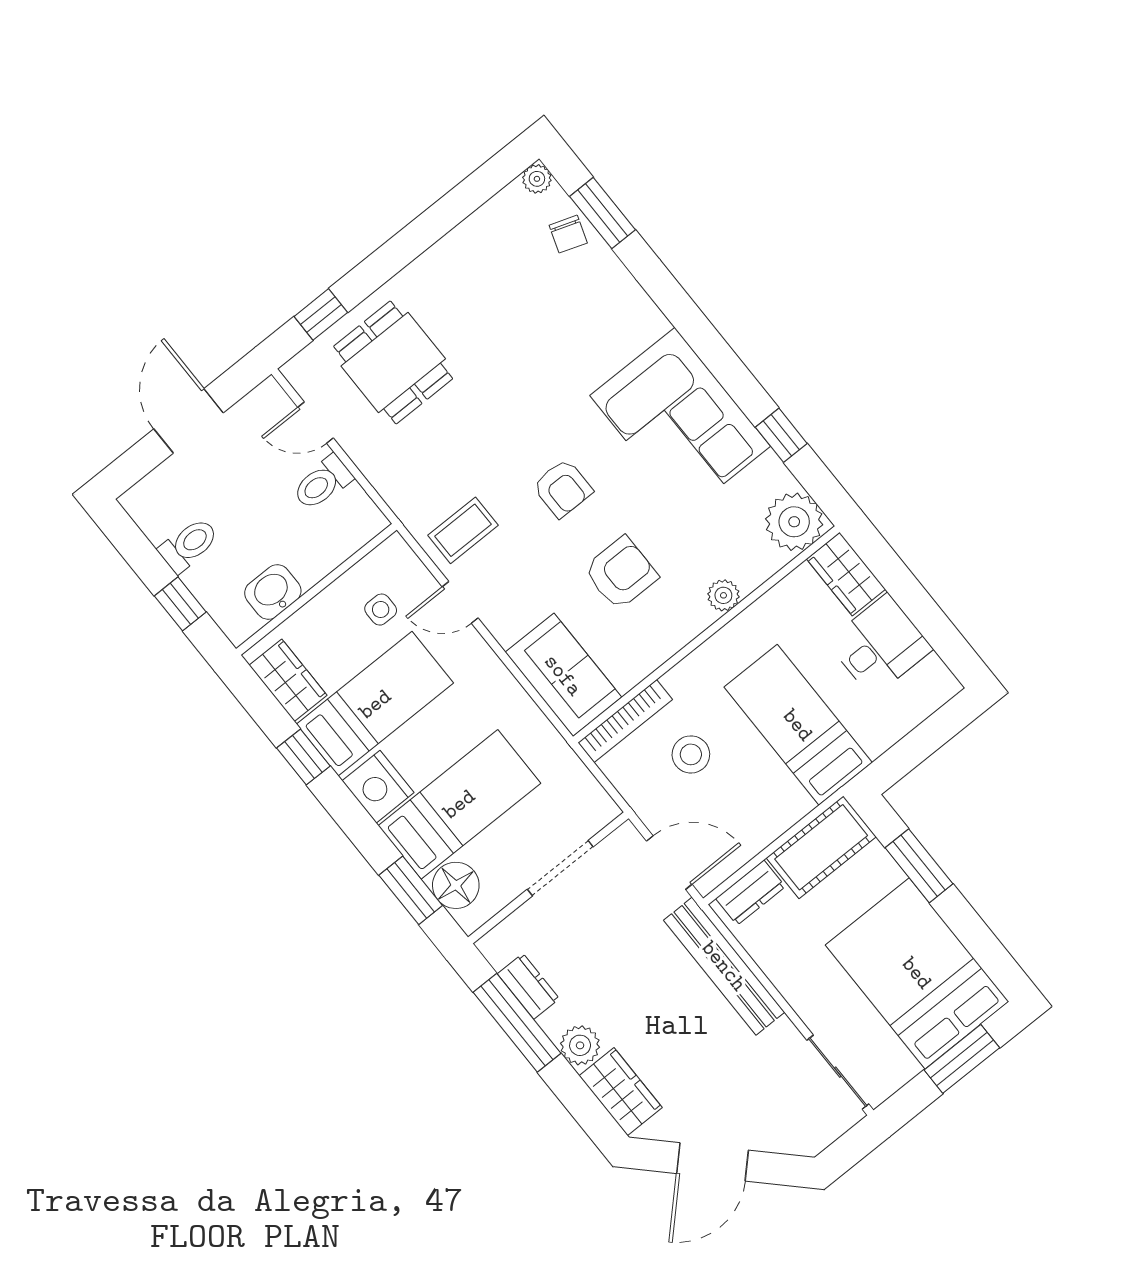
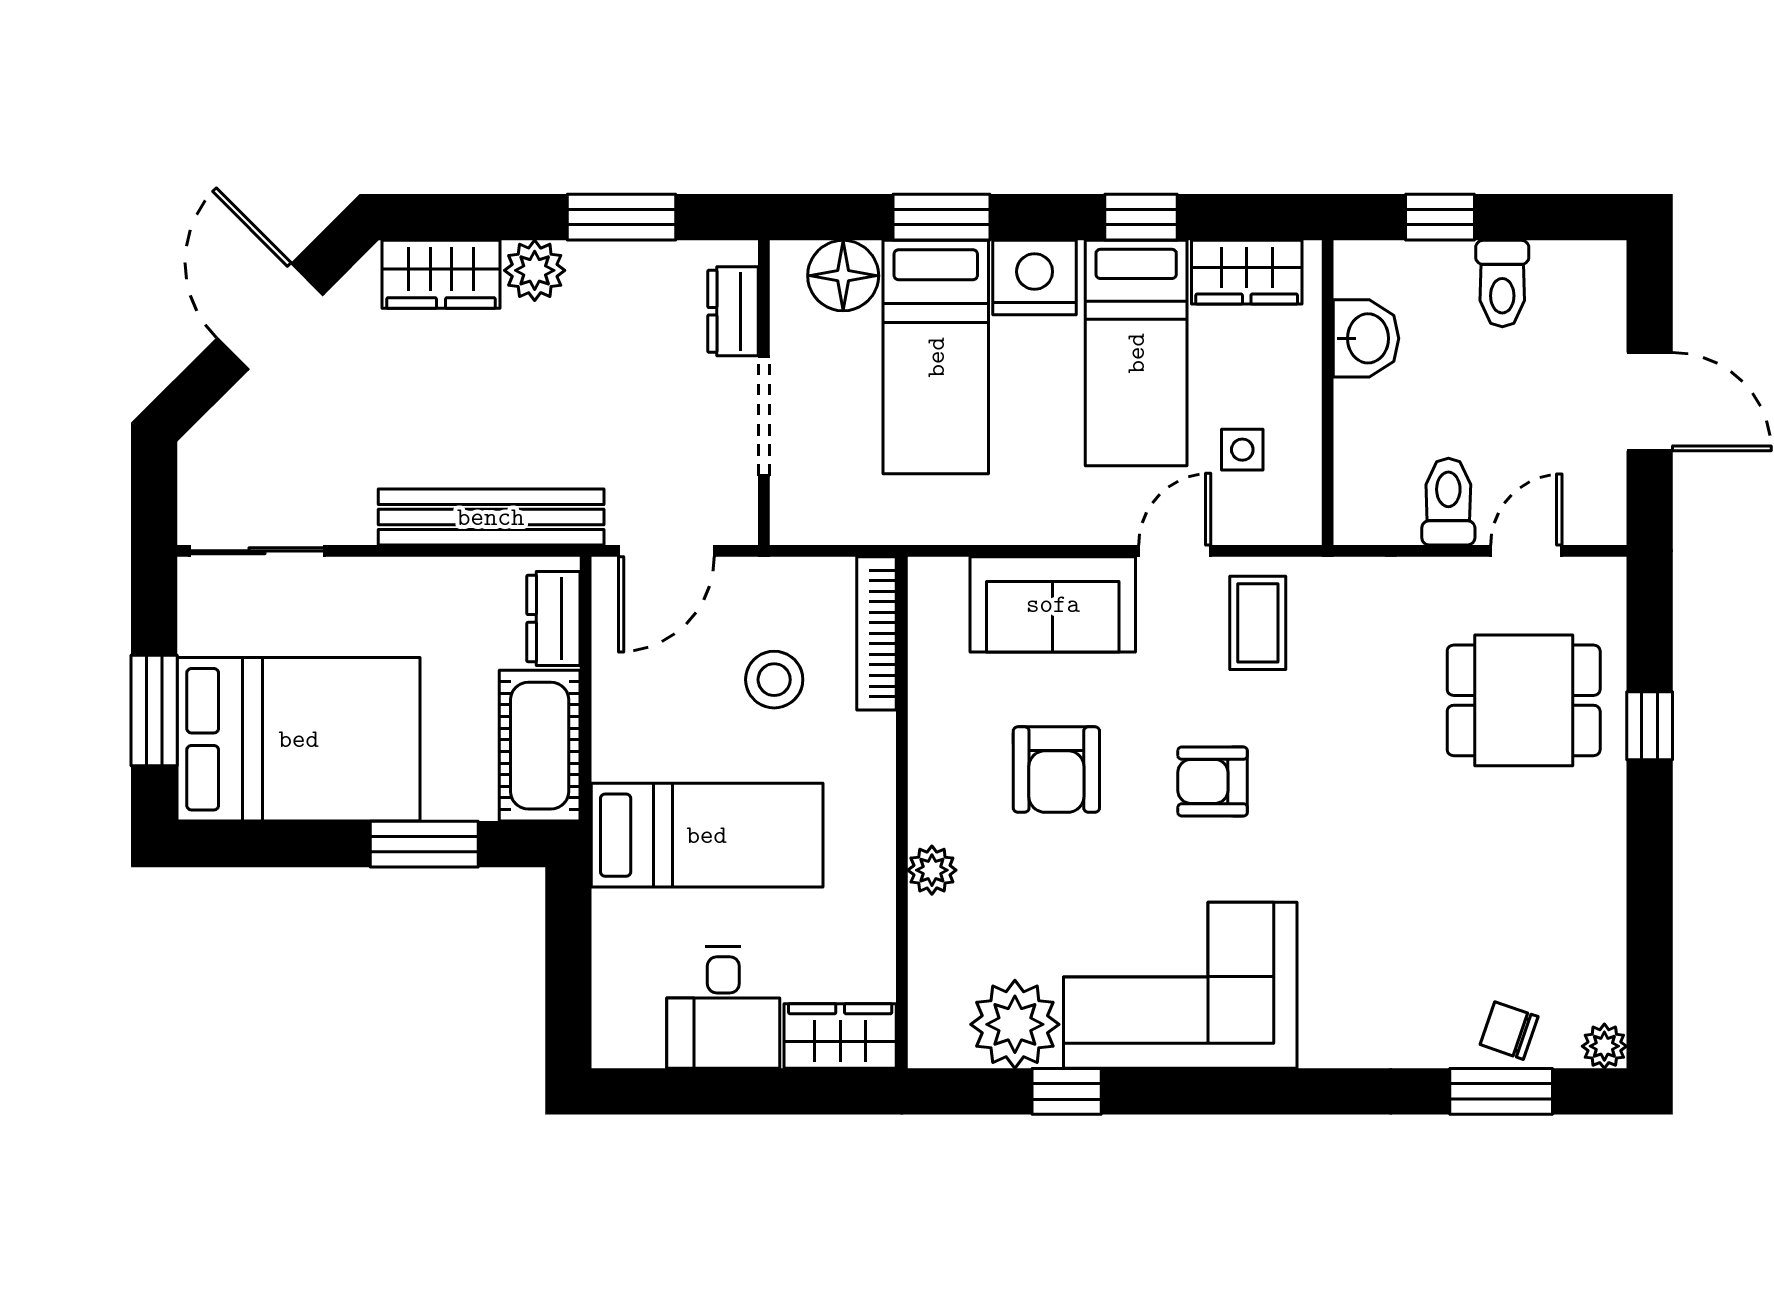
window: (321, 314) -> (1650, 726), moved
plant: (794, 522) -> (1015, 1024), moved
sofa: (563, 675) -> (1053, 604), moved
window: (411, 890) -> (942, 217), moved
dresser: (528, 986) -> (733, 311), moved, turned 90
window: (517, 1023) -> (622, 217), width x0.69

